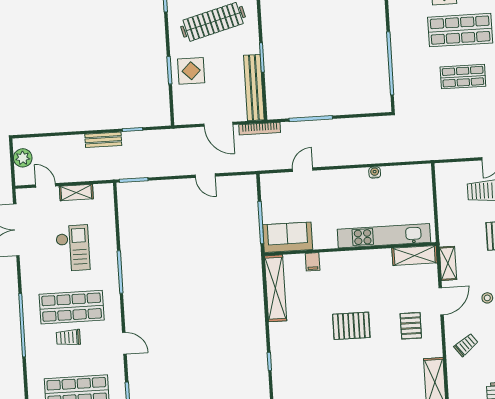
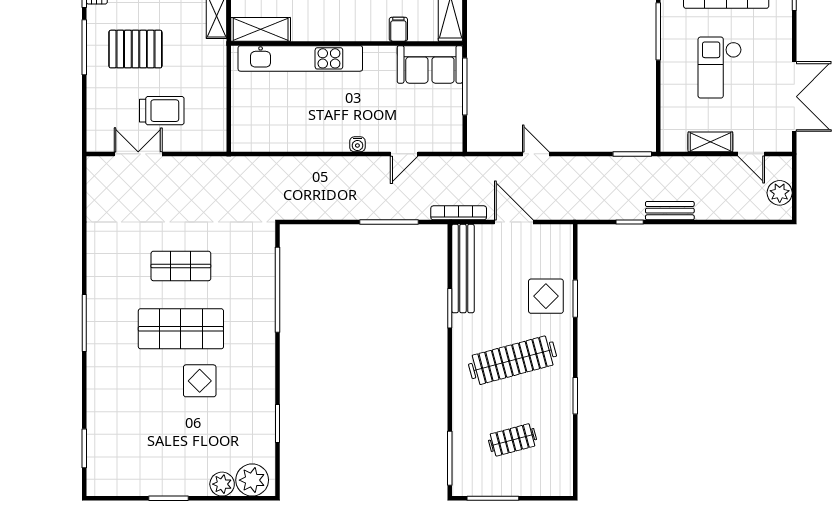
water cooler: (375, 173) -> (357, 144), moved

